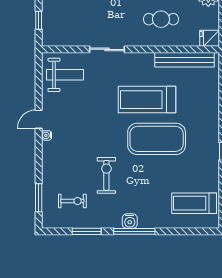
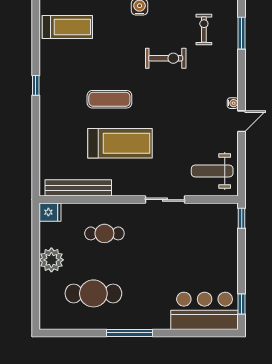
window: (39, 20) -> (242, 218), moved
exercise mat: (157, 139) -> (109, 99), width x0.50, depth x0.69
exercise bike: (106, 175) -> (166, 58), turned -90
exercise bike: (72, 201) -> (204, 30), turned 90

